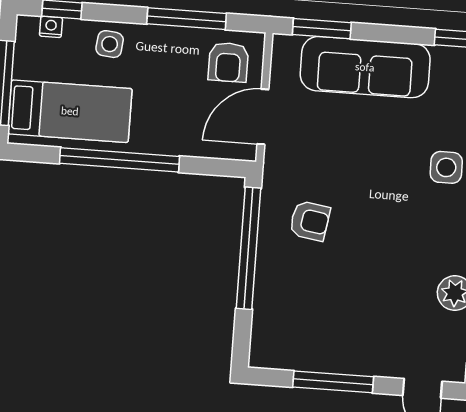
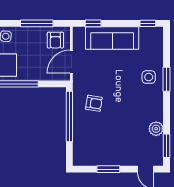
window: (322, 29) -> (93, 23), width x0.67
window: (333, 382) -> (108, 169), width x0.69

